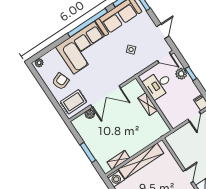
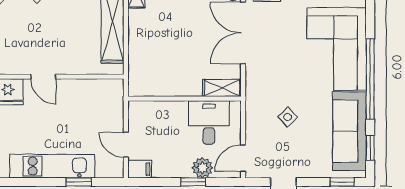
shelving: (148, 104) -> (222, 88), moved

